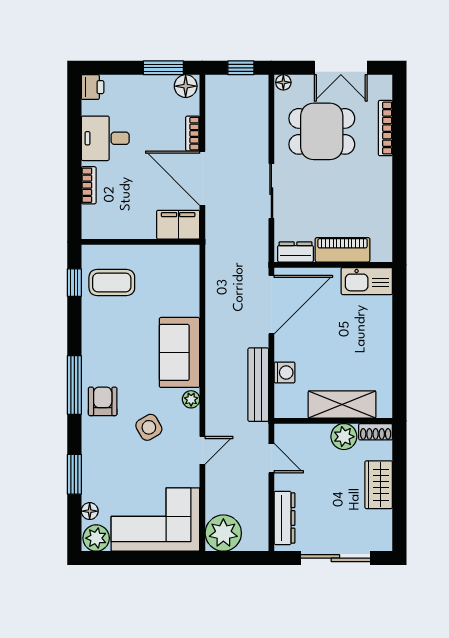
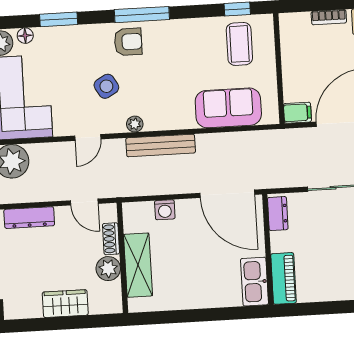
filing cabinet: (178, 225) -> (297, 113), width x0.50
piano: (342, 250) -> (283, 278), moved
sofa: (180, 352) -> (228, 108), moved
bench: (258, 385) -> (161, 145), moved
shoe rack: (376, 432) -> (111, 239), moved
door: (202, 450) -> (88, 137), hinge flipped
door: (271, 458) -> (84, 202), hinge flipped

